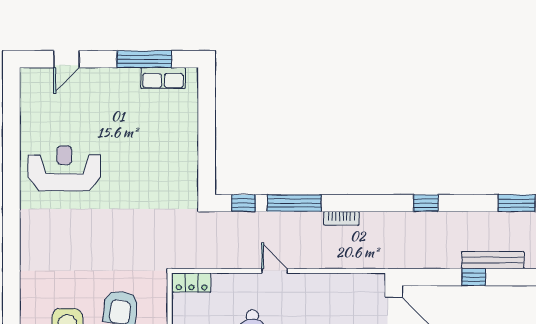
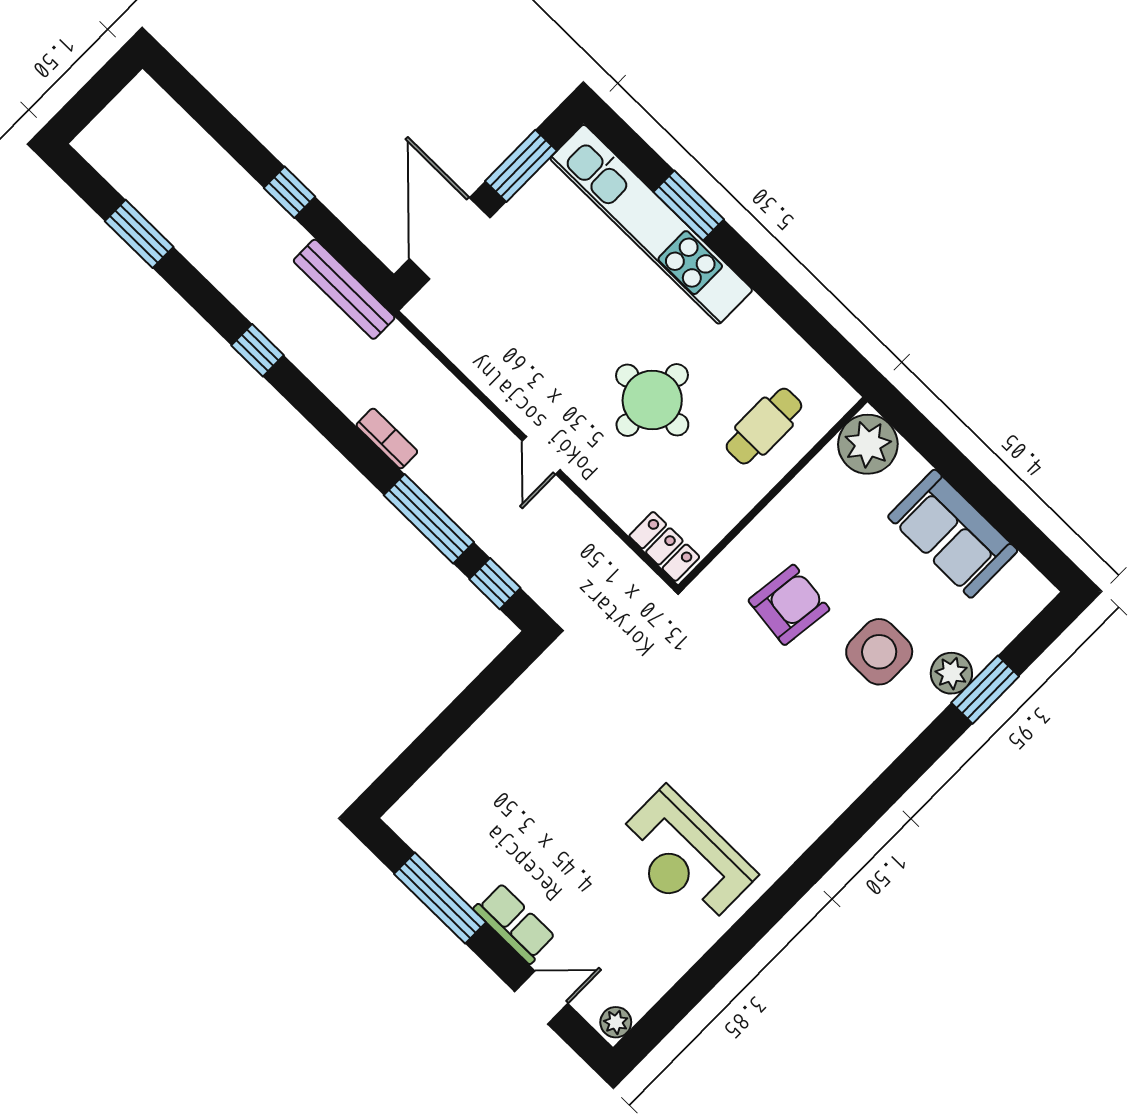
plant: (28, 78) -> (616, 1022), added
row of seats: (163, 78) -> (515, 923), moved
bench: (493, 260) -> (344, 289), moved

